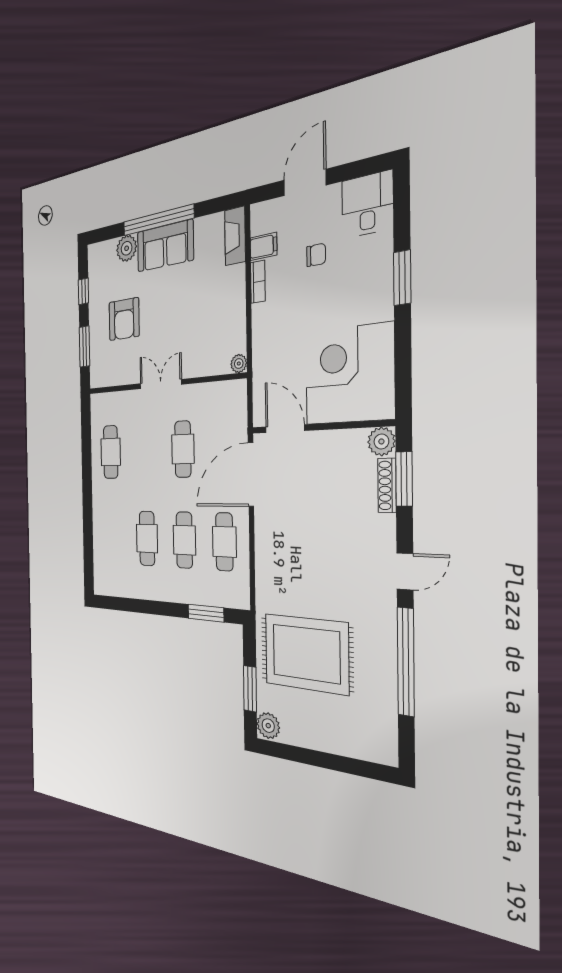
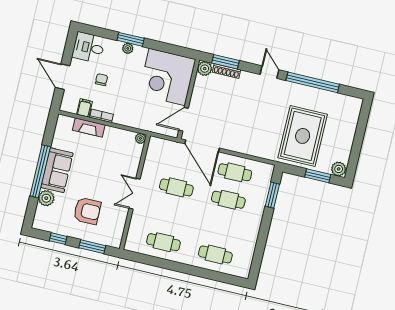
fireplace: (235, 236) -> (89, 128), moved
plant: (384, 280) -> (128, 48), added
cafe table: (147, 538) -> (215, 254), moved

